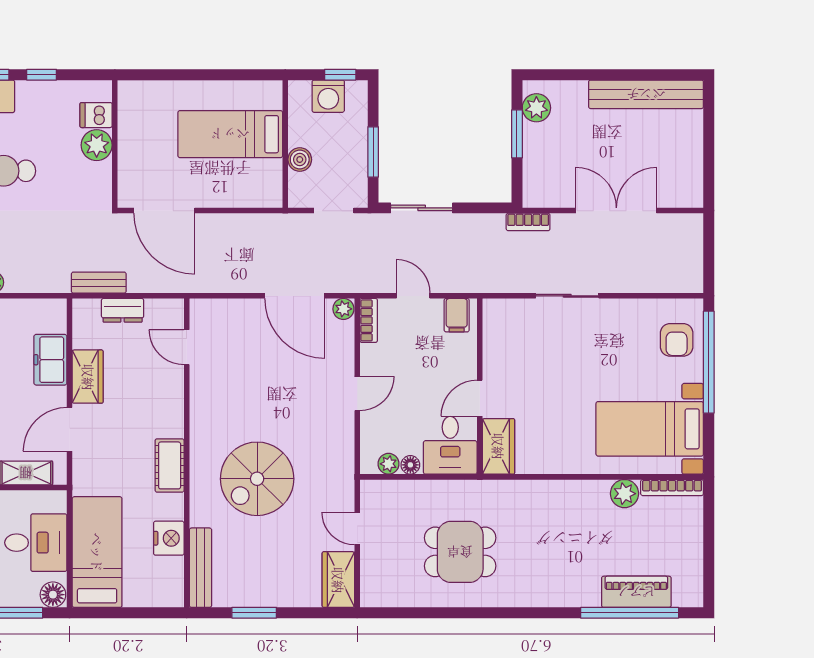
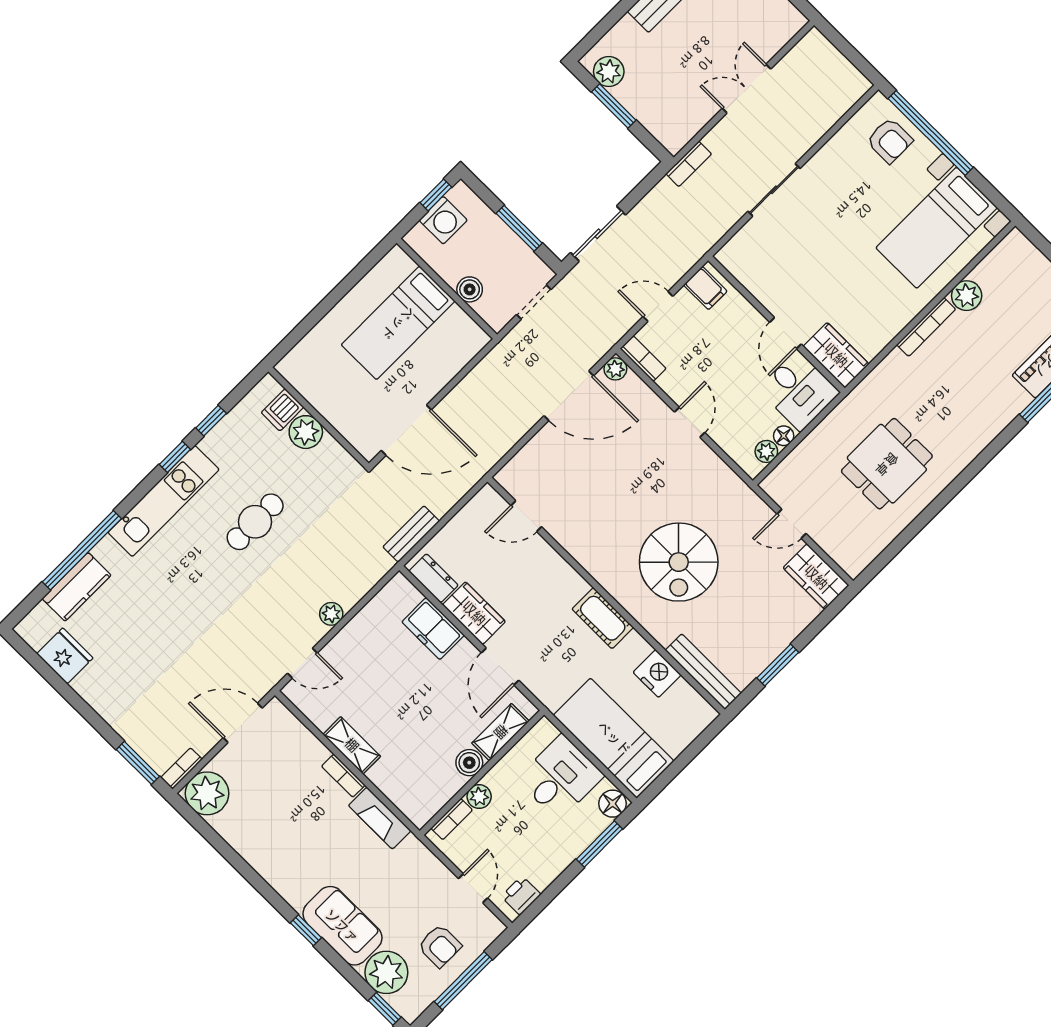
double door: (616, 211) -> (746, 89), width x0.73
dresser: (123, 310) -> (433, 578), moved, turned -90
bookcase: (672, 488) -> (926, 327), moved

